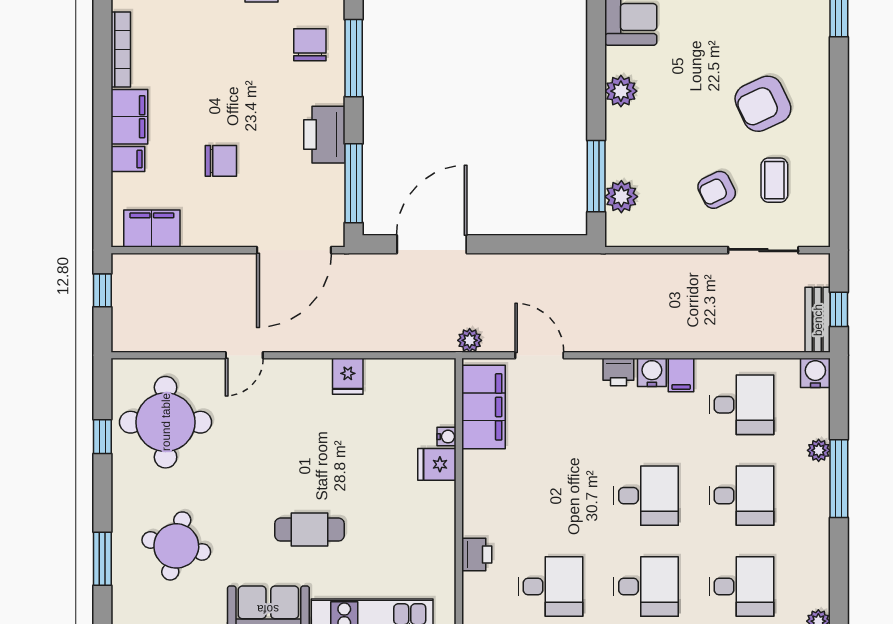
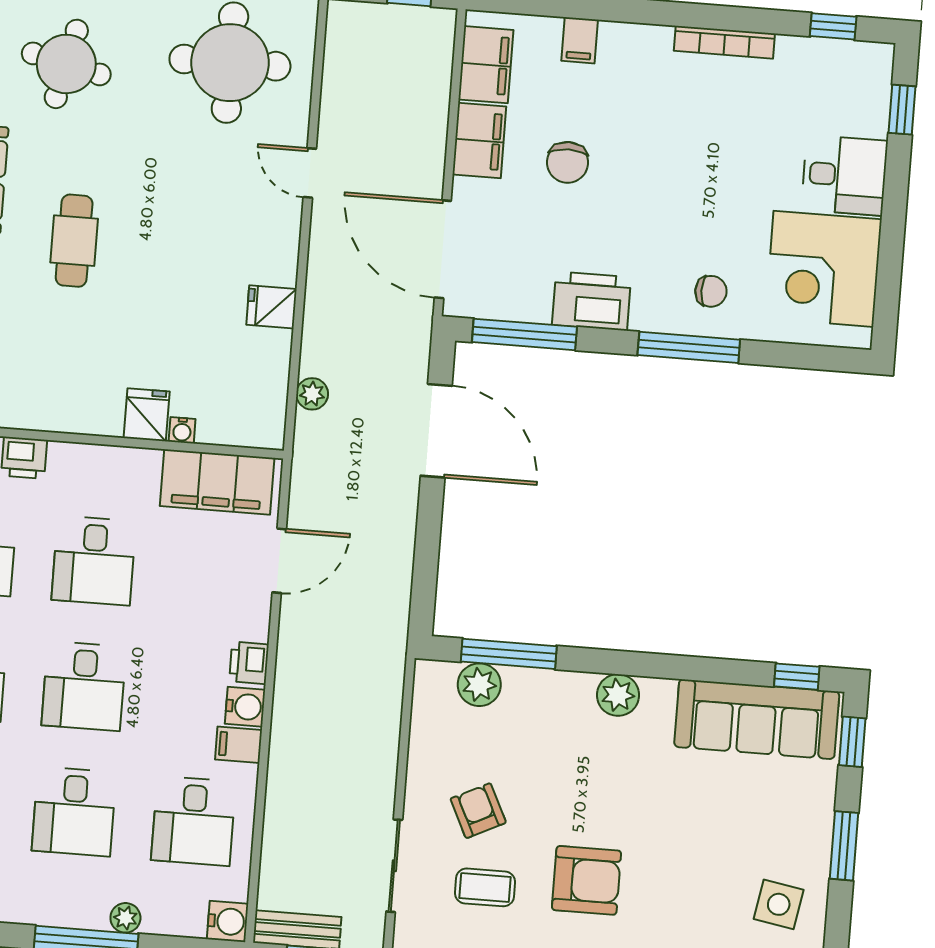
chair: (310, 45) -> (711, 291), width x0.73, depth x0.73
armchair: (763, 104) -> (587, 880), turned 115
filing cabinet: (129, 117) -> (479, 141), moved, turned -90
plant: (470, 340) -> (312, 394), moved
desk: (550, 496) -> (94, 561), added

